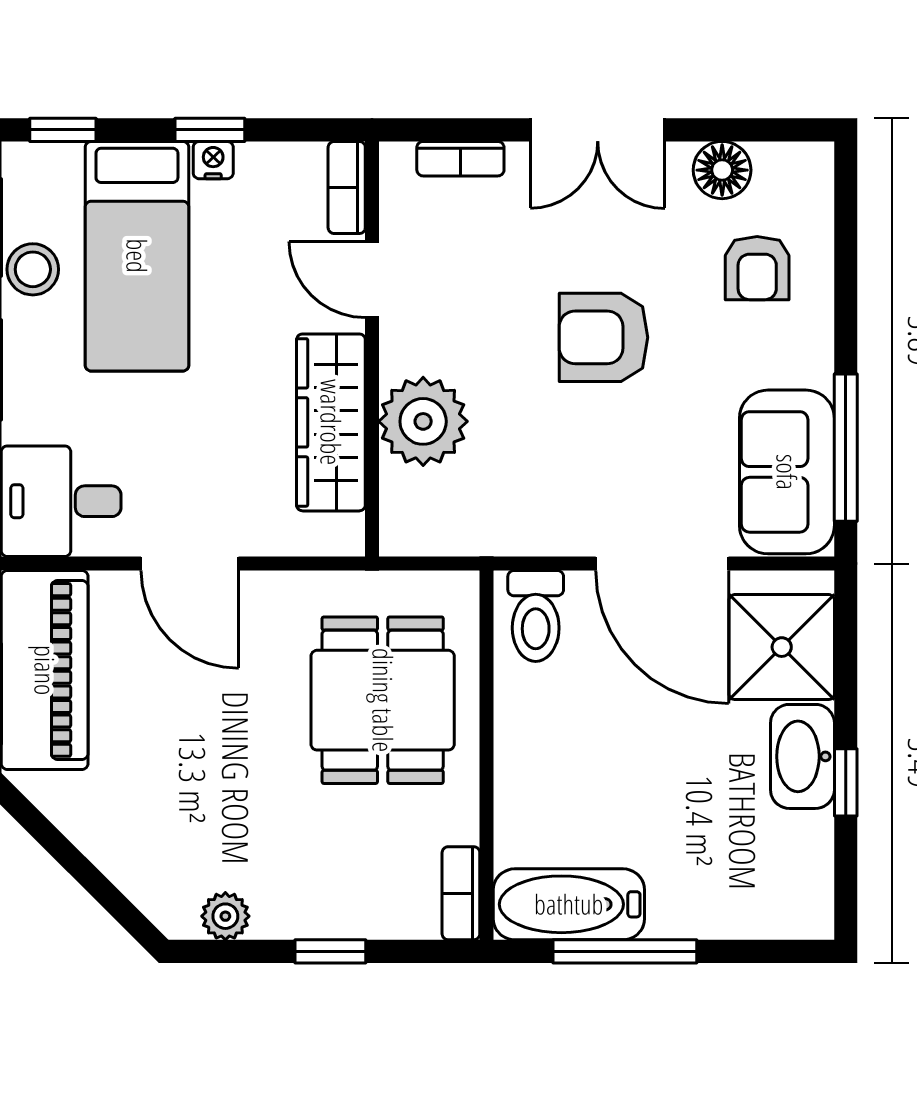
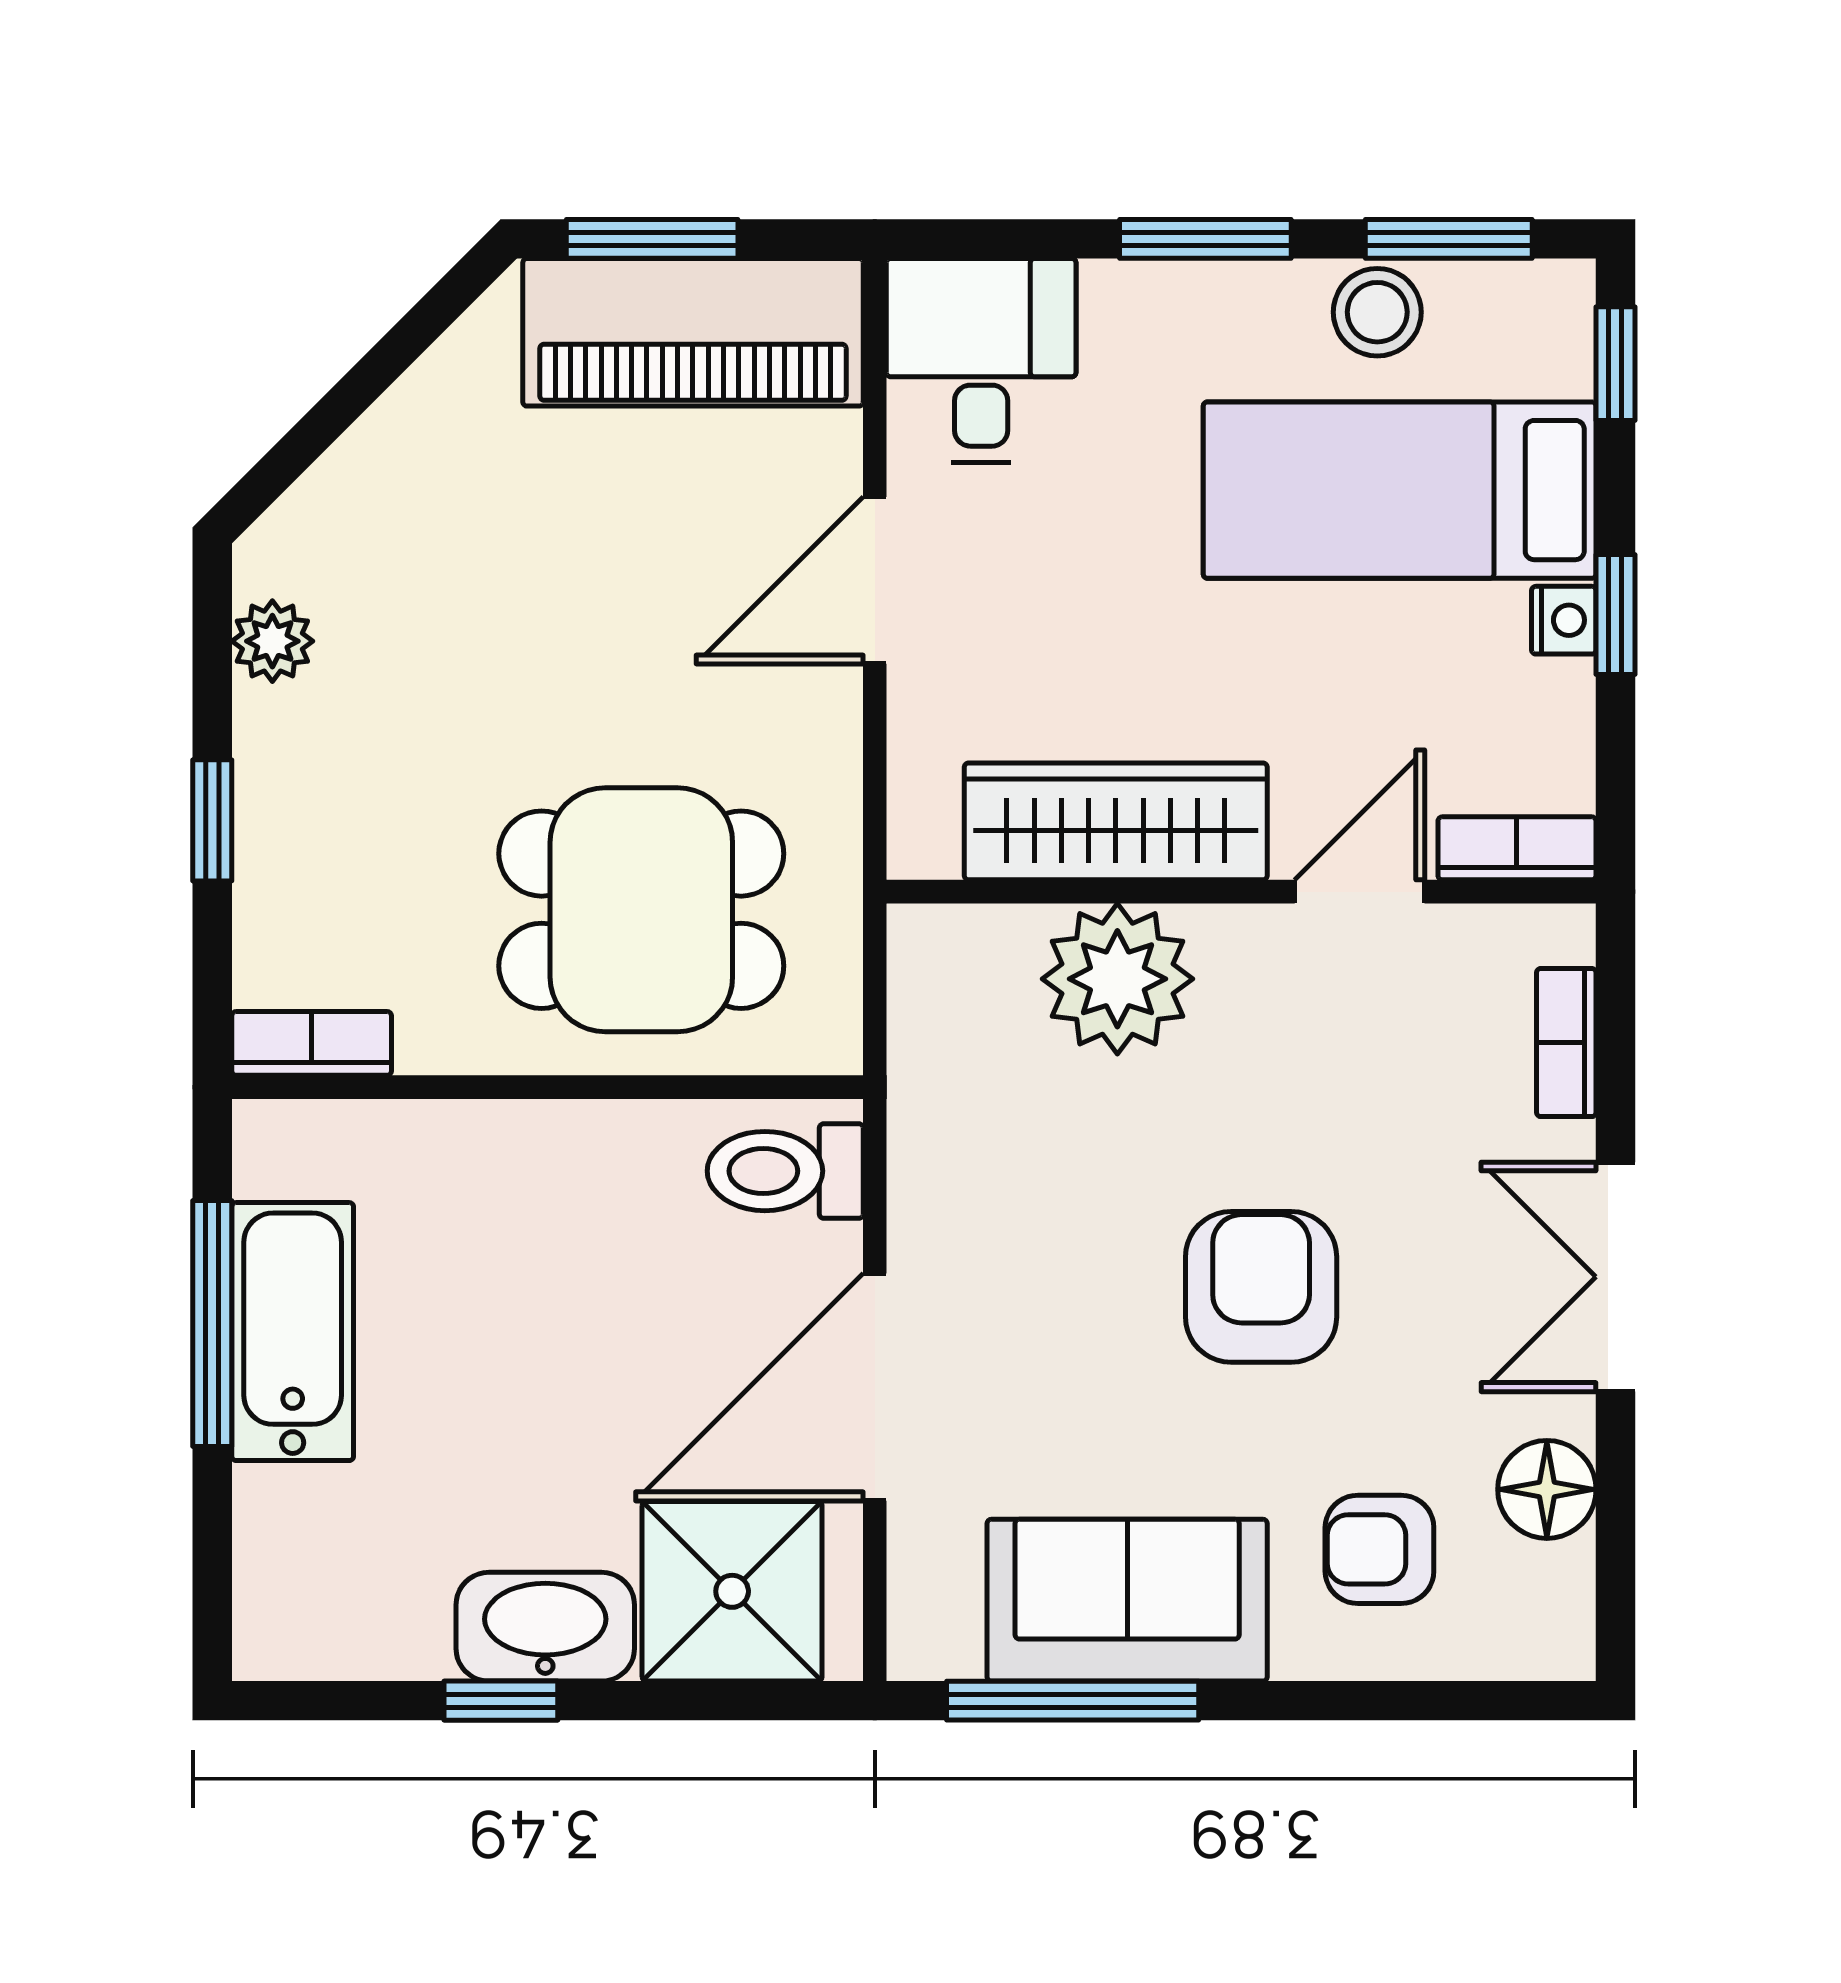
sofa: (787, 472) -> (1127, 1600), moved
bathtub: (569, 904) -> (293, 1332), moved

